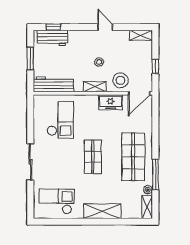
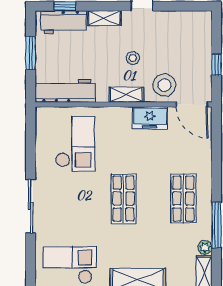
shelving: (141, 35) -> (104, 18), moved
door: (139, 93) -> (192, 104), hinge flipped
shop shelf: (133, 157) -> (183, 199), width x0.70, depth x0.74

